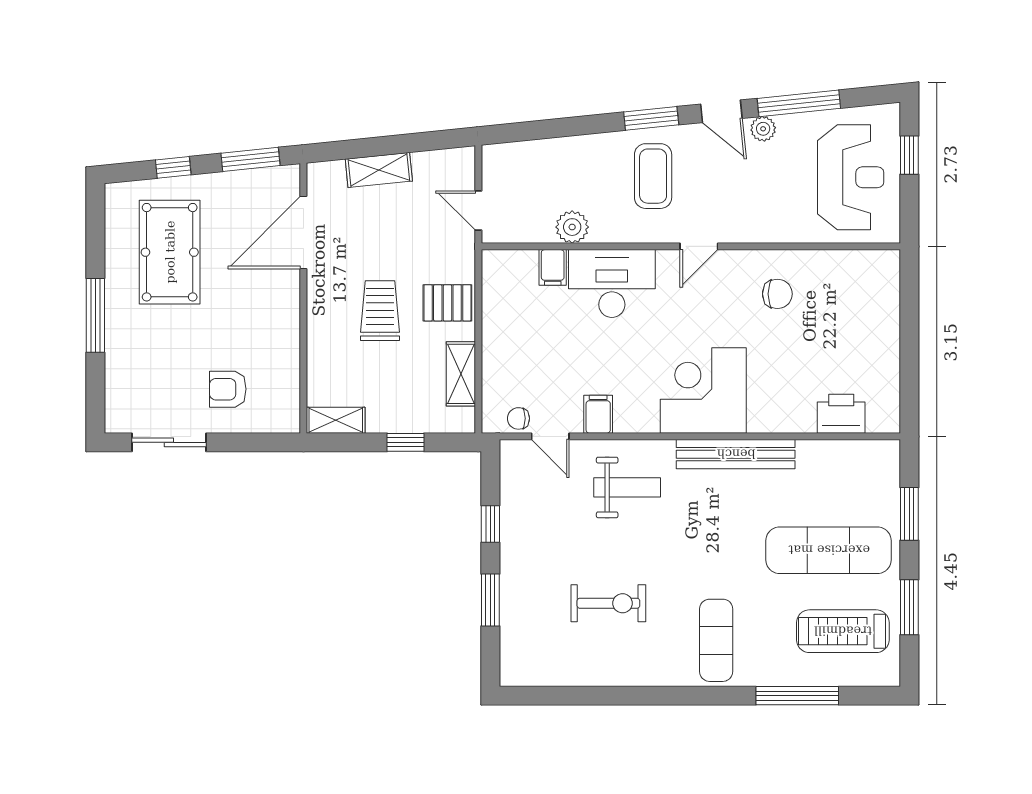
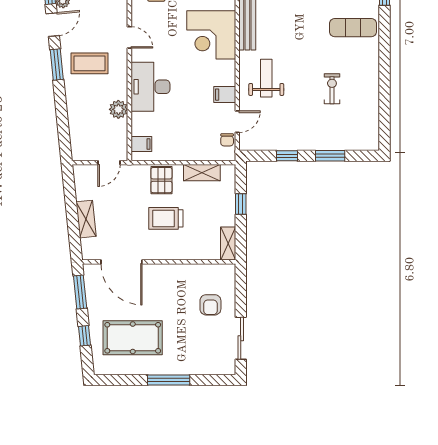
filing cabinet: (553, 267) -> (141, 144), moved
exercise bike: (608, 603) -> (332, 89), width x0.73, depth x0.72

